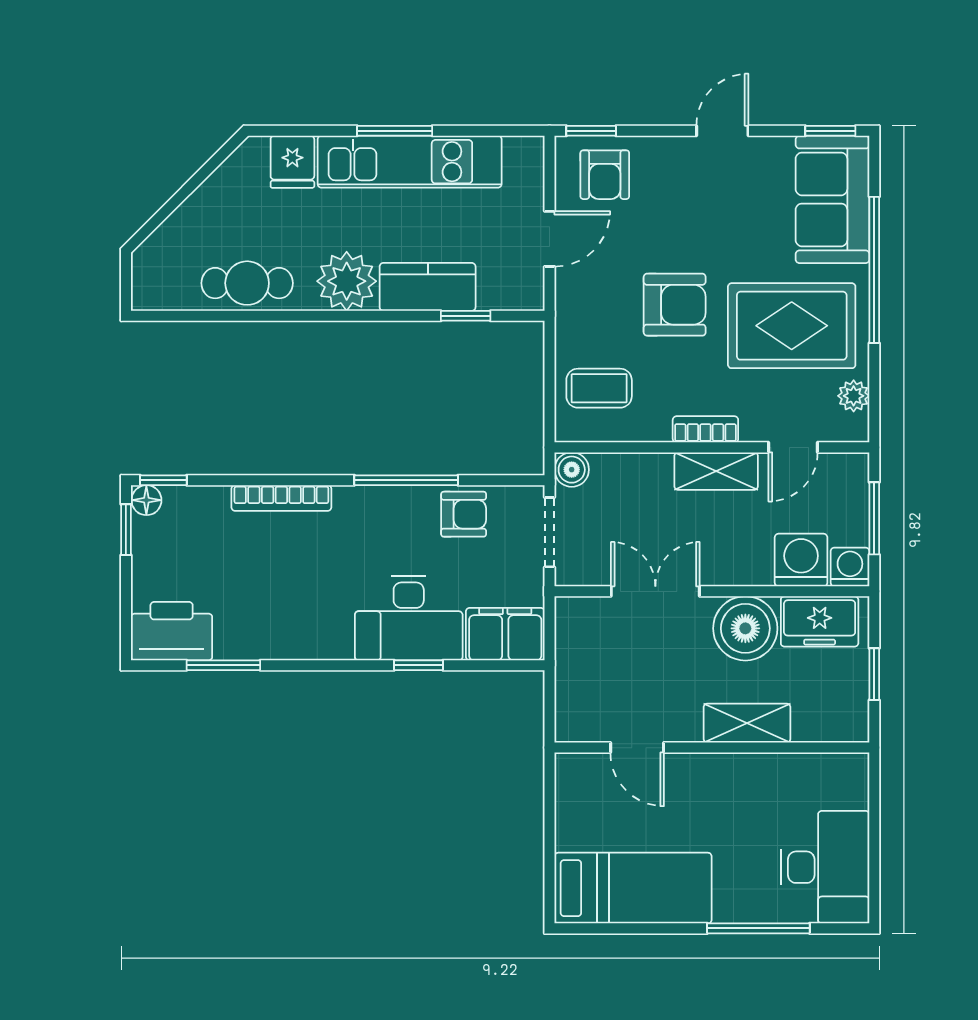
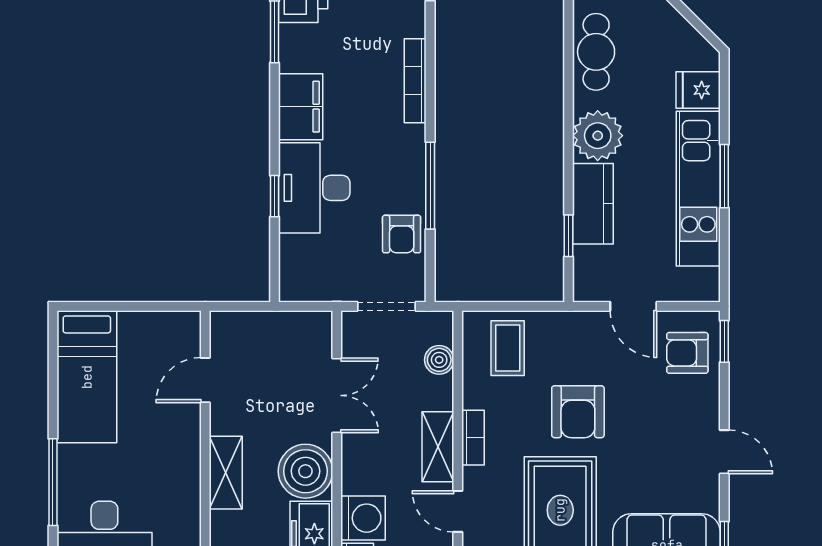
boiler: (572, 470) -> (439, 360), moved
filing cabinet: (505, 634) -> (301, 107), moved

